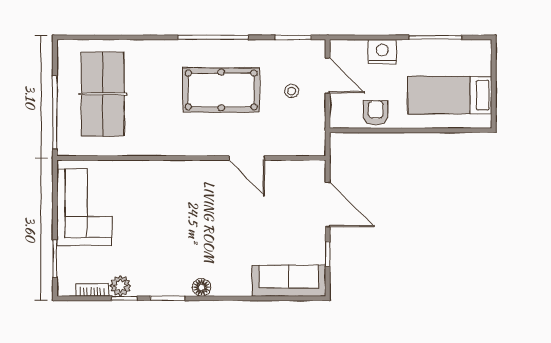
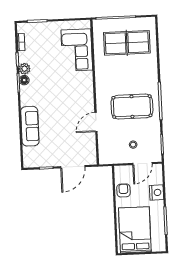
pool table: (221, 90) -> (132, 107), turned 90
bed: (450, 95) -> (135, 230), width x1.50
armchair: (376, 113) -> (123, 190), turned -90
corner sofa: (84, 207) -> (77, 50), moved, turned 90
sofa: (289, 281) -> (30, 126), moved
plant: (121, 286) -> (25, 69), moved
floor lamp: (202, 287) -> (24, 80), moved

